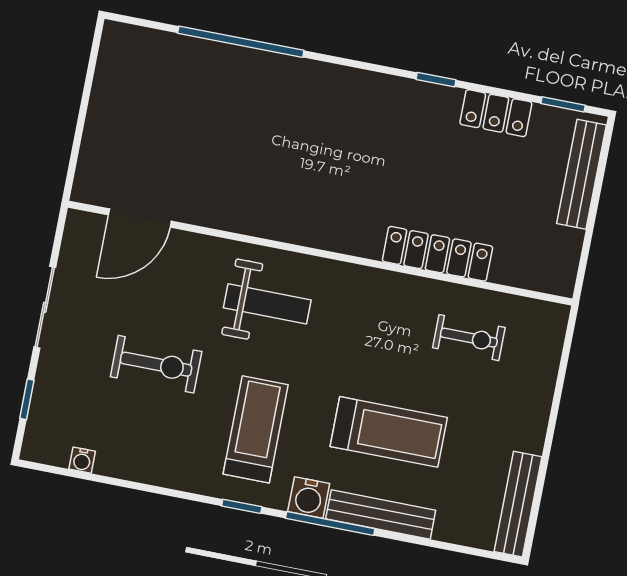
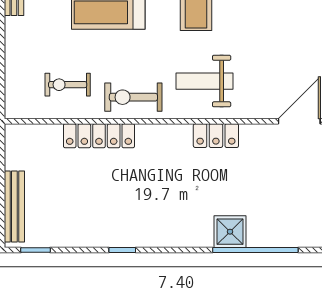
shower: (273, 76) -> (230, 232), added
locker: (496, 113) -> (216, 136), moved, turned 180
exercise bike: (156, 364) -> (133, 97), moved

